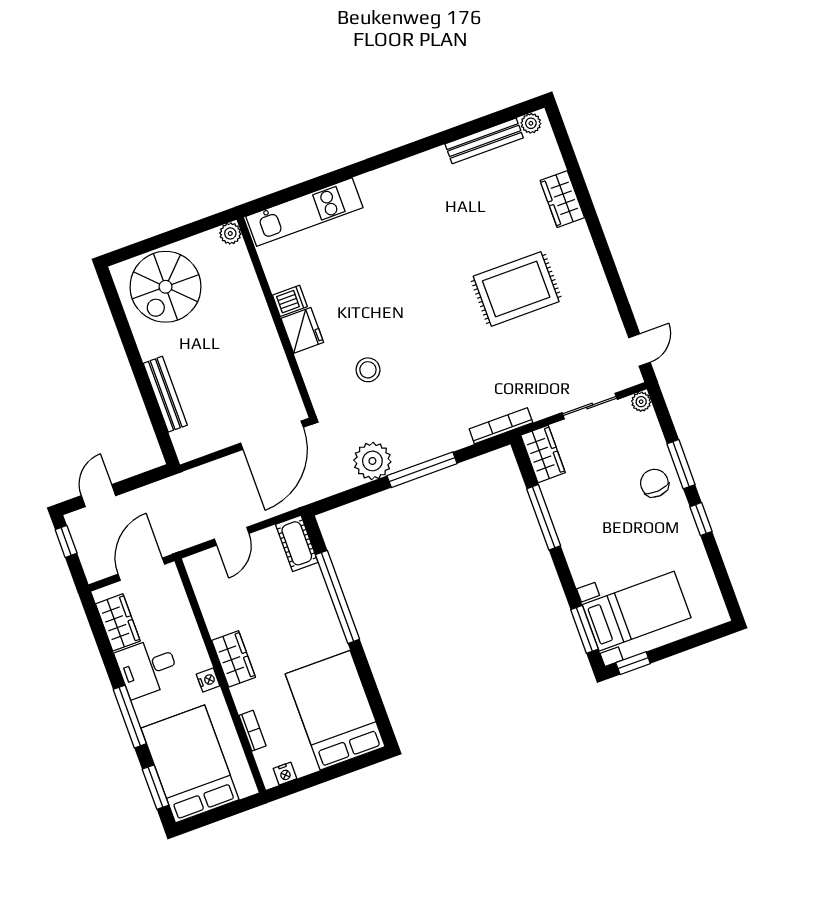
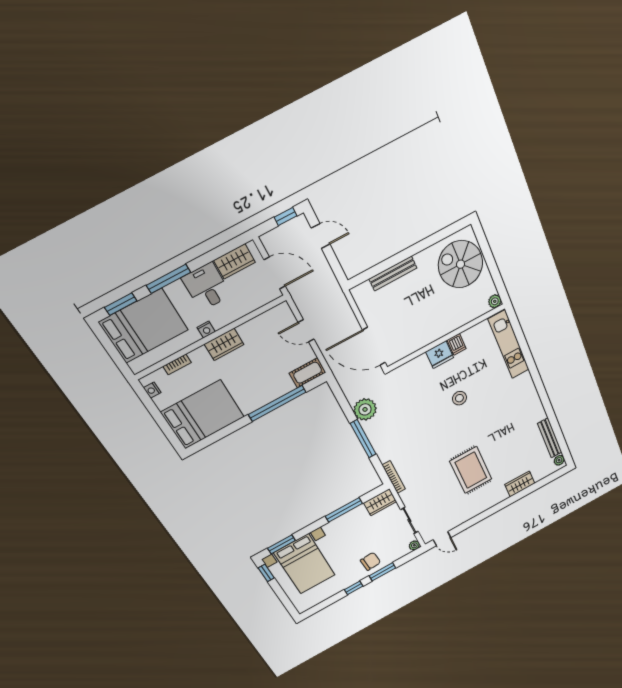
stool: (368, 370) -> (459, 398), moved
bed with nightstands: (637, 611) -> (305, 564), width x1.36

